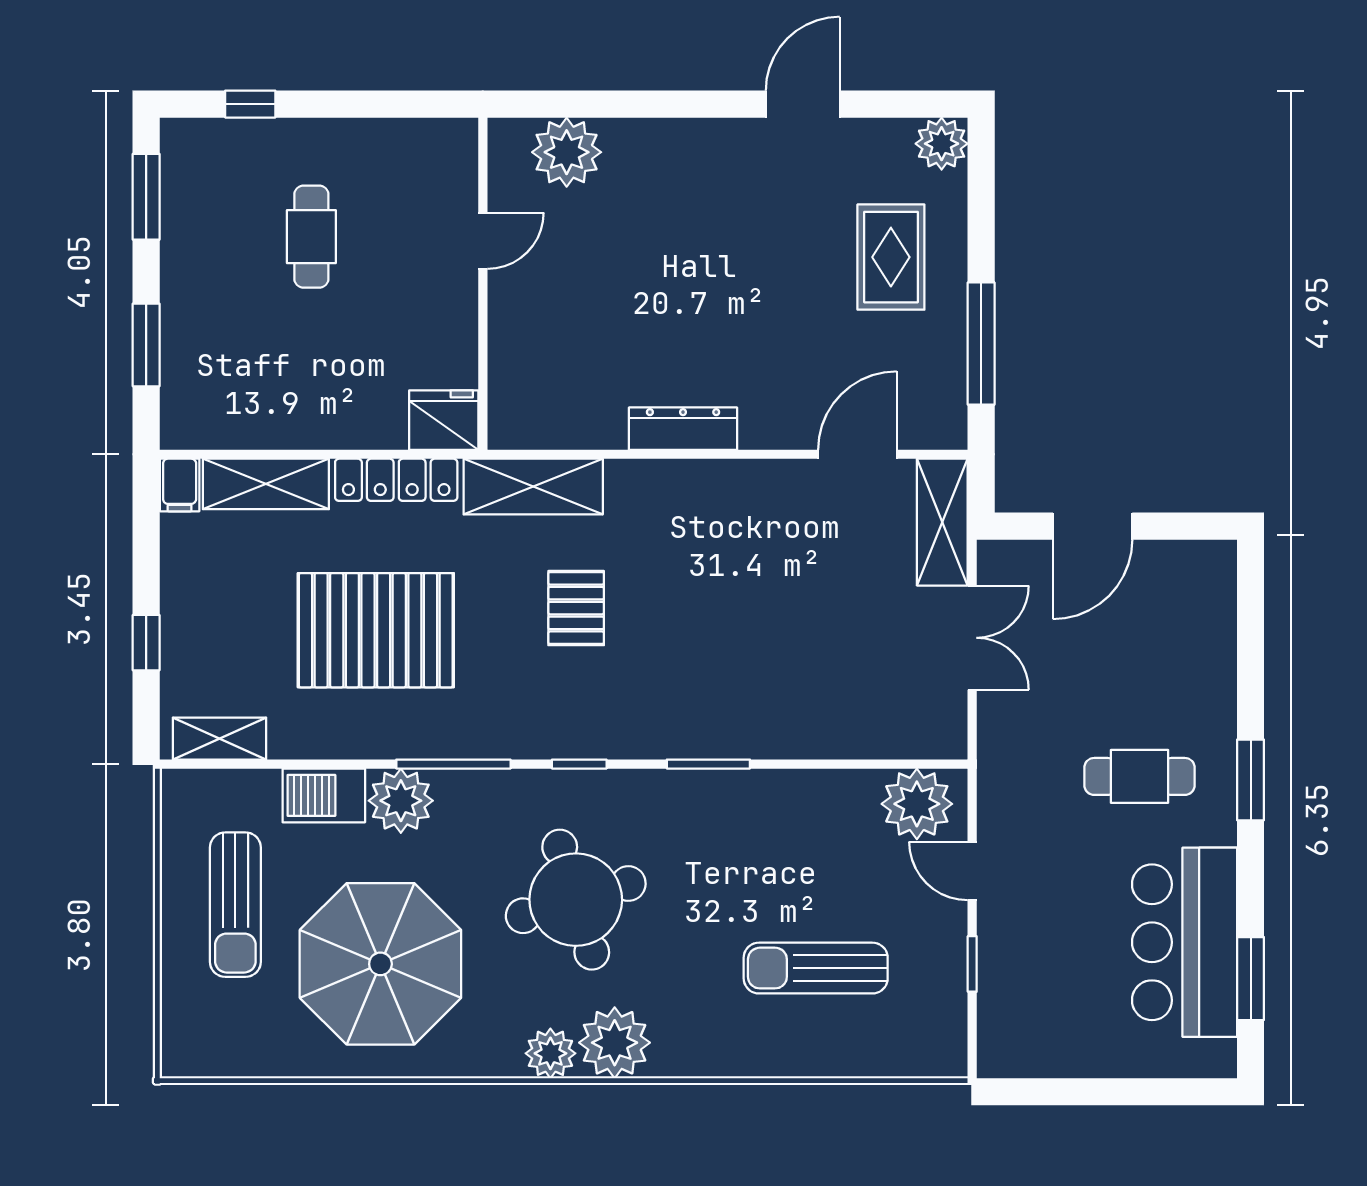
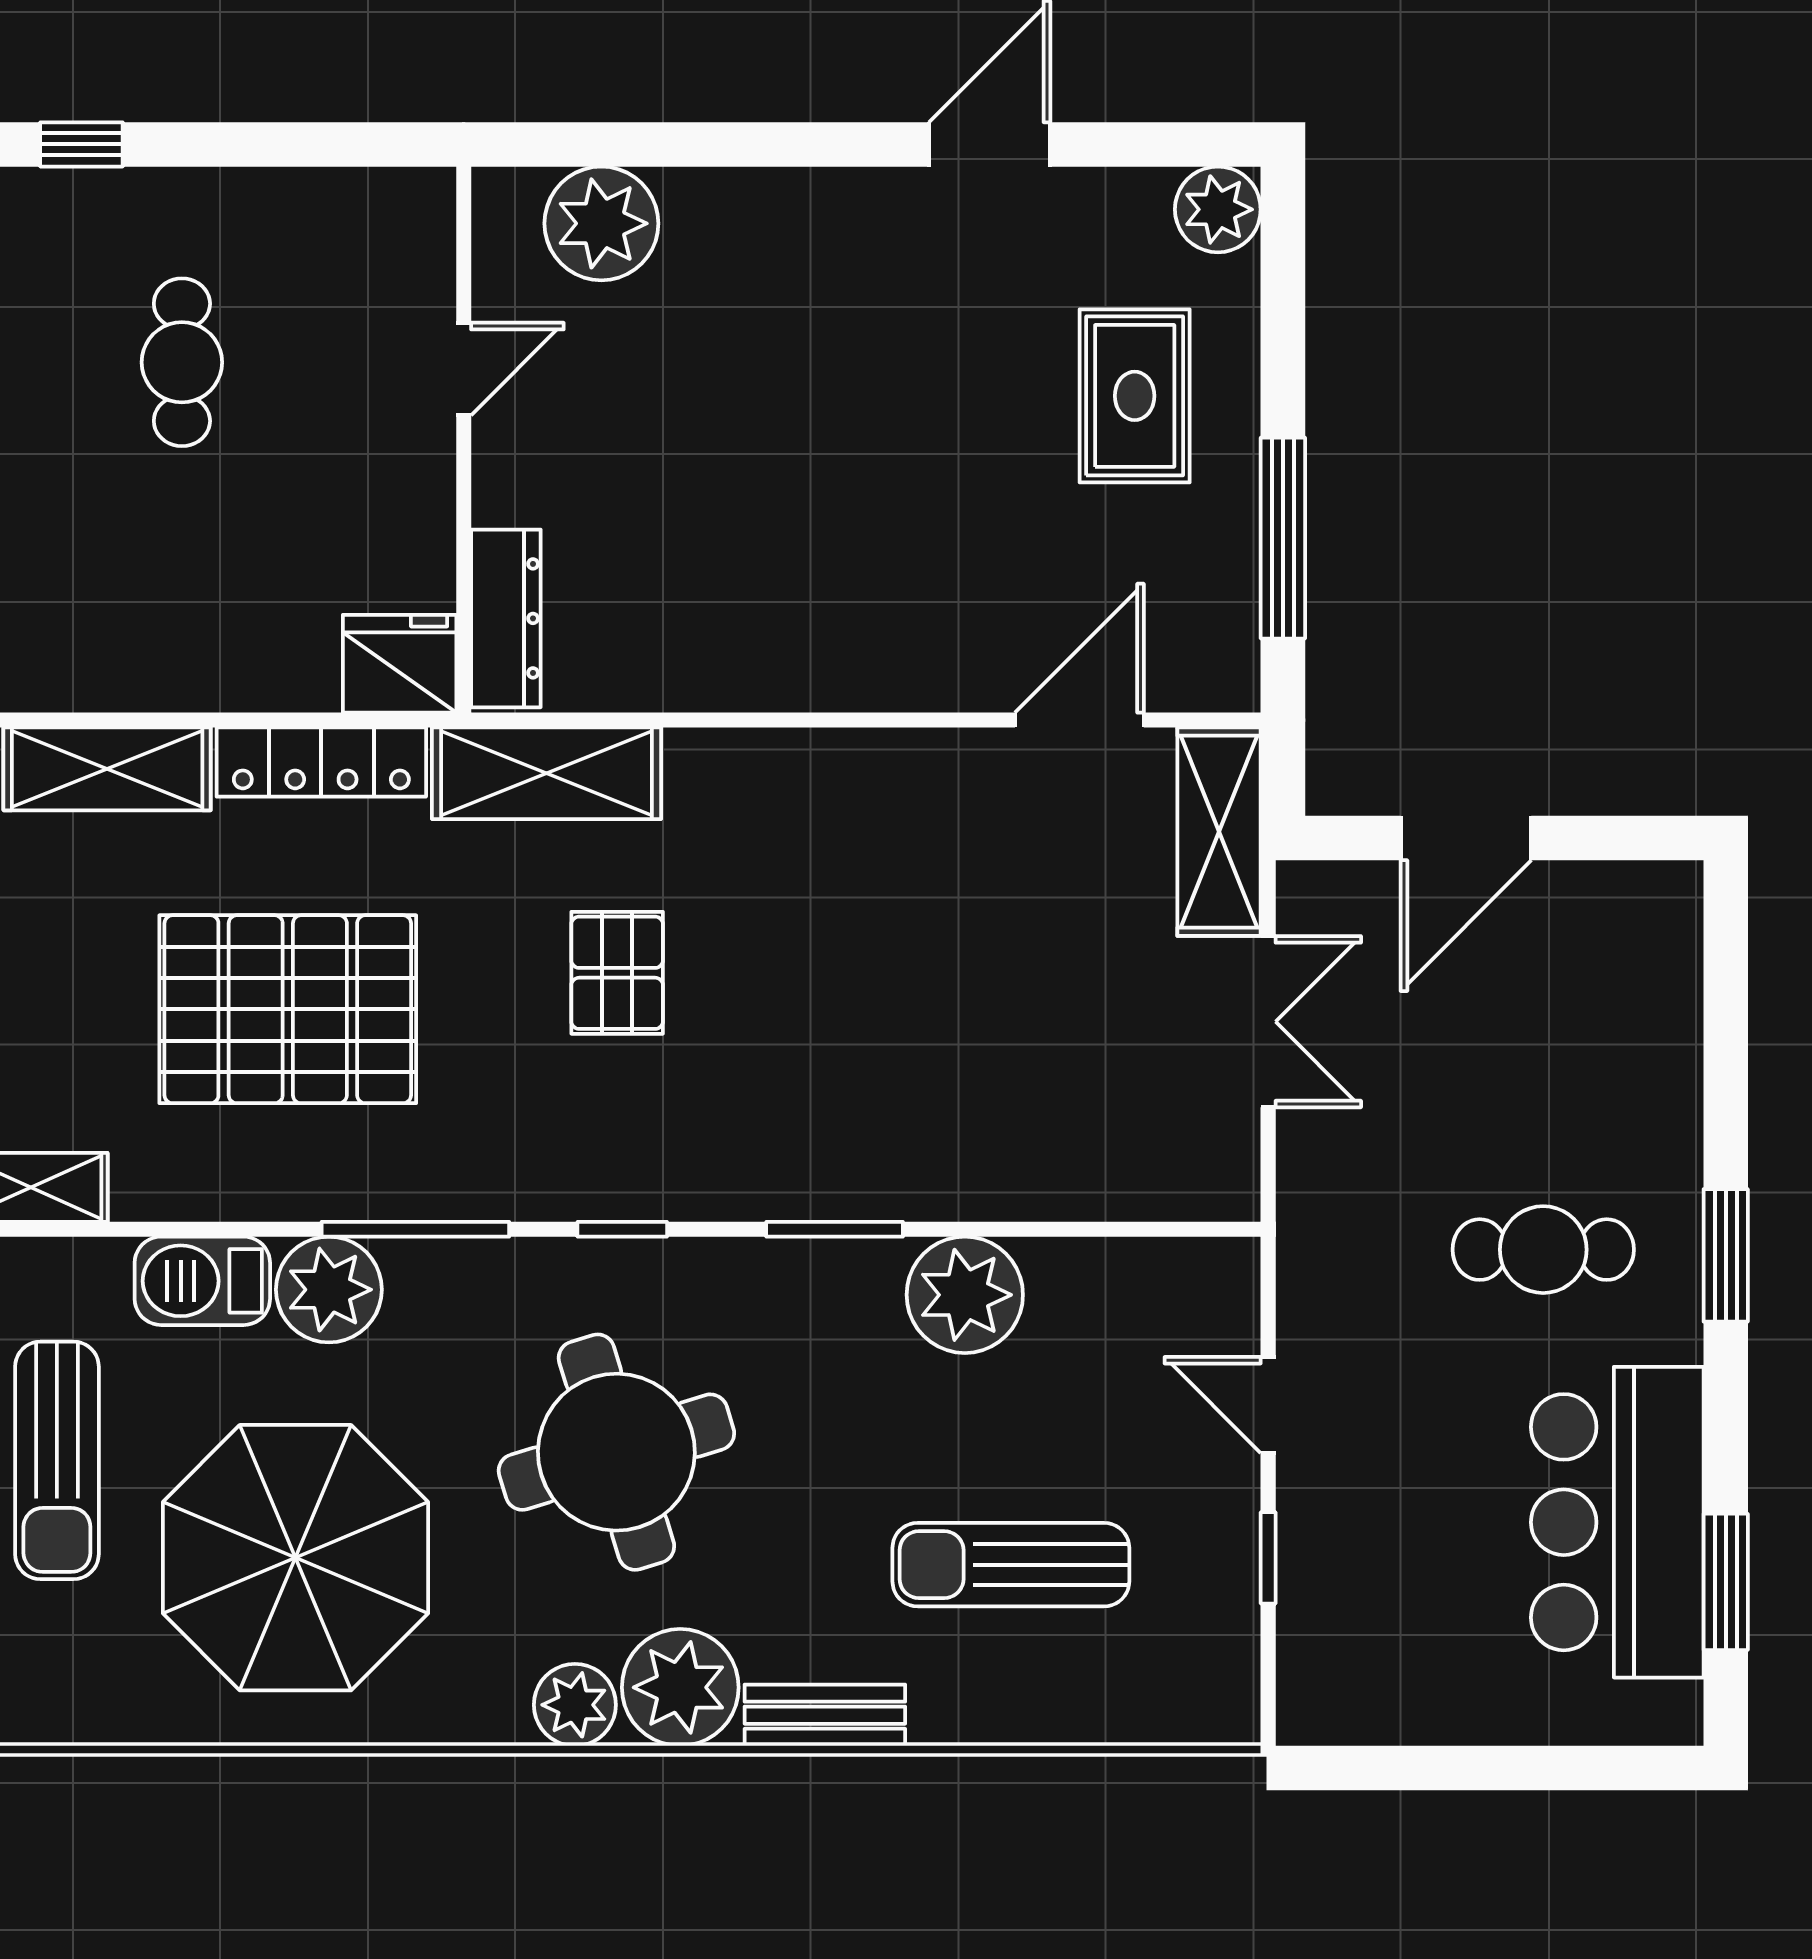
dresser: (683, 429) -> (506, 618), moved, turned 90
plant: (917, 804) -> (965, 1295), moved
bench: (703, 1060) -> (825, 1715), added

